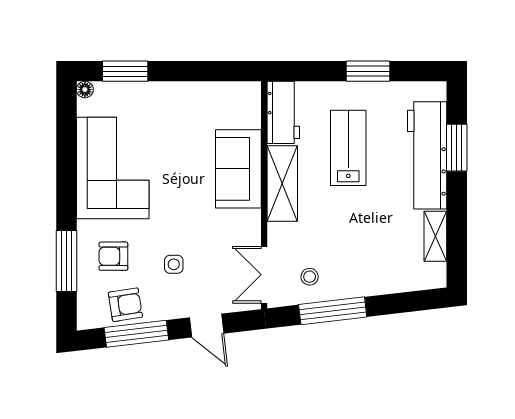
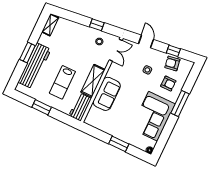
window: (125, 71) -> (119, 144), moved
window: (457, 148) -> (27, 52), moved
shelving: (435, 236) -> (50, 25), moved
window: (66, 261) -> (180, 104), moved
window: (333, 311) -> (97, 25), width x0.46
window: (136, 334) -> (173, 51), width x0.46

